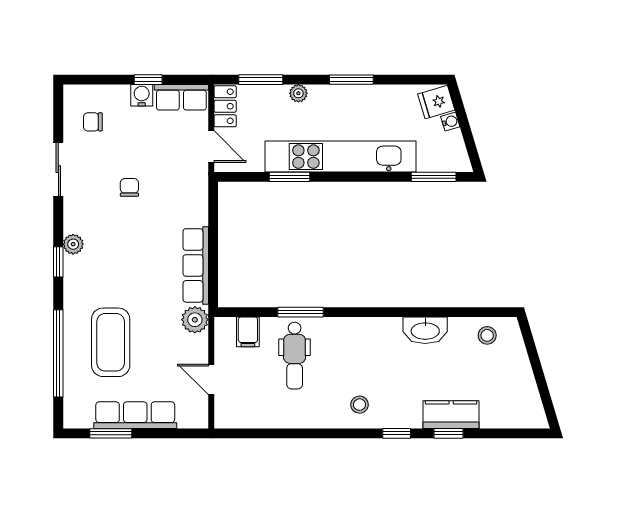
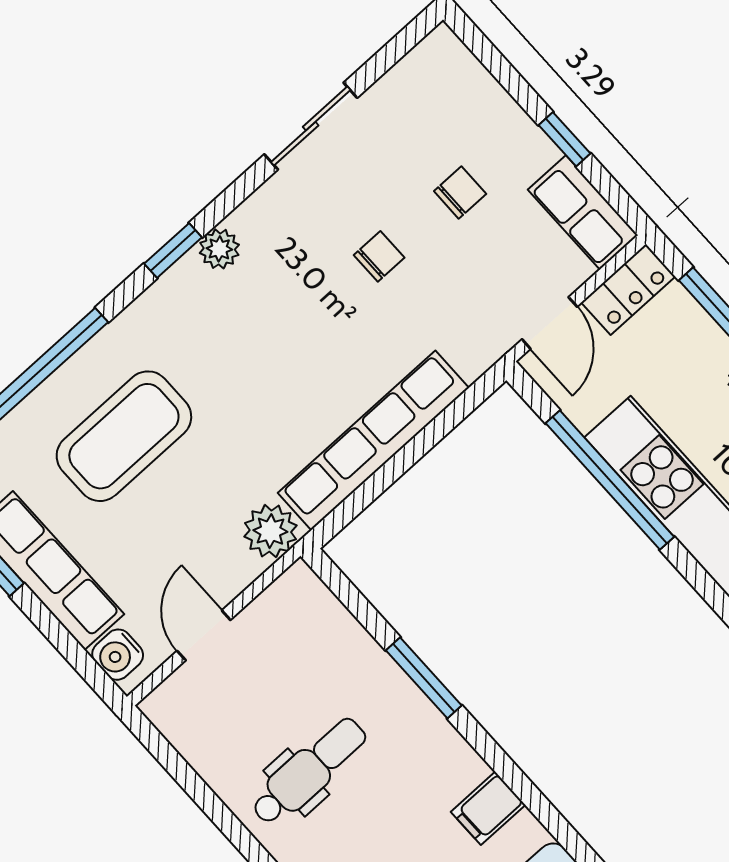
water cooler: (142, 95) -> (118, 655), moved, turned 180
chair: (93, 122) -> (460, 192), moved, turned 90
window: (290, 177) -> (610, 480), width x2.11
row of seats: (196, 265) -> (373, 440), width x1.36
filing cabinet: (248, 332) -> (488, 808), moved
dental chair: (295, 356) -> (309, 771), moved, turned 180

